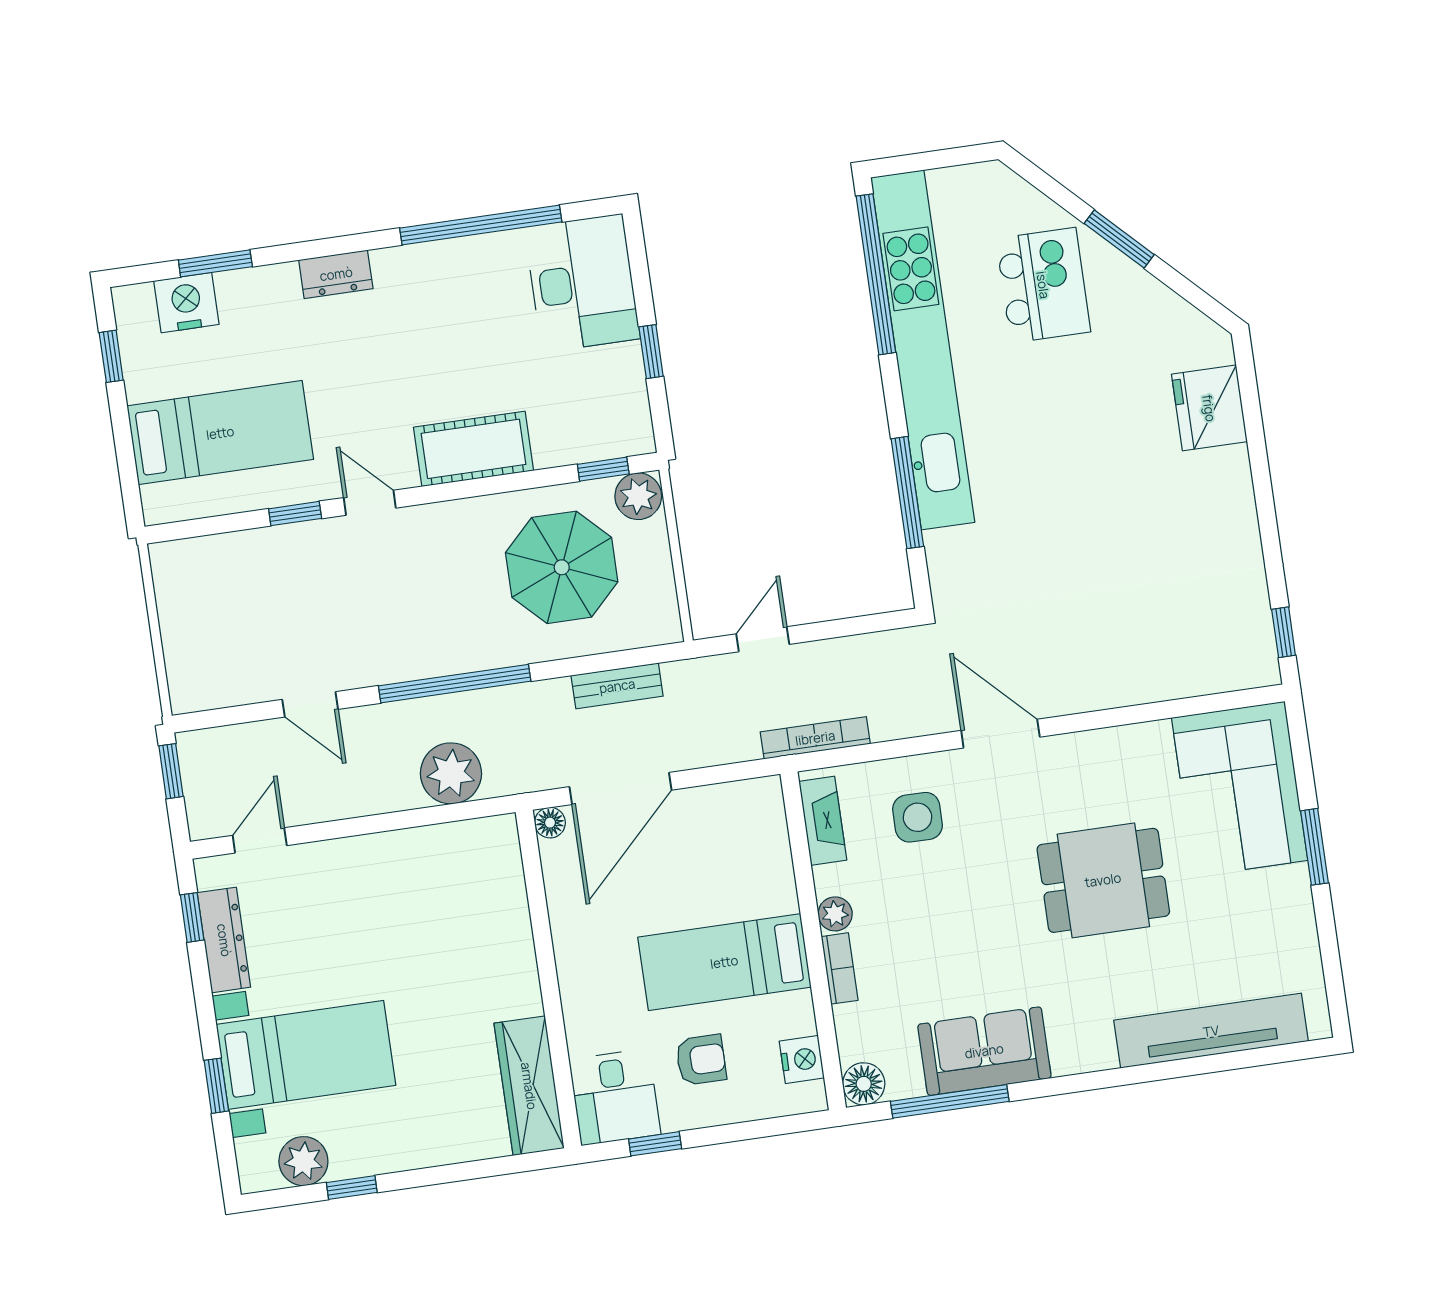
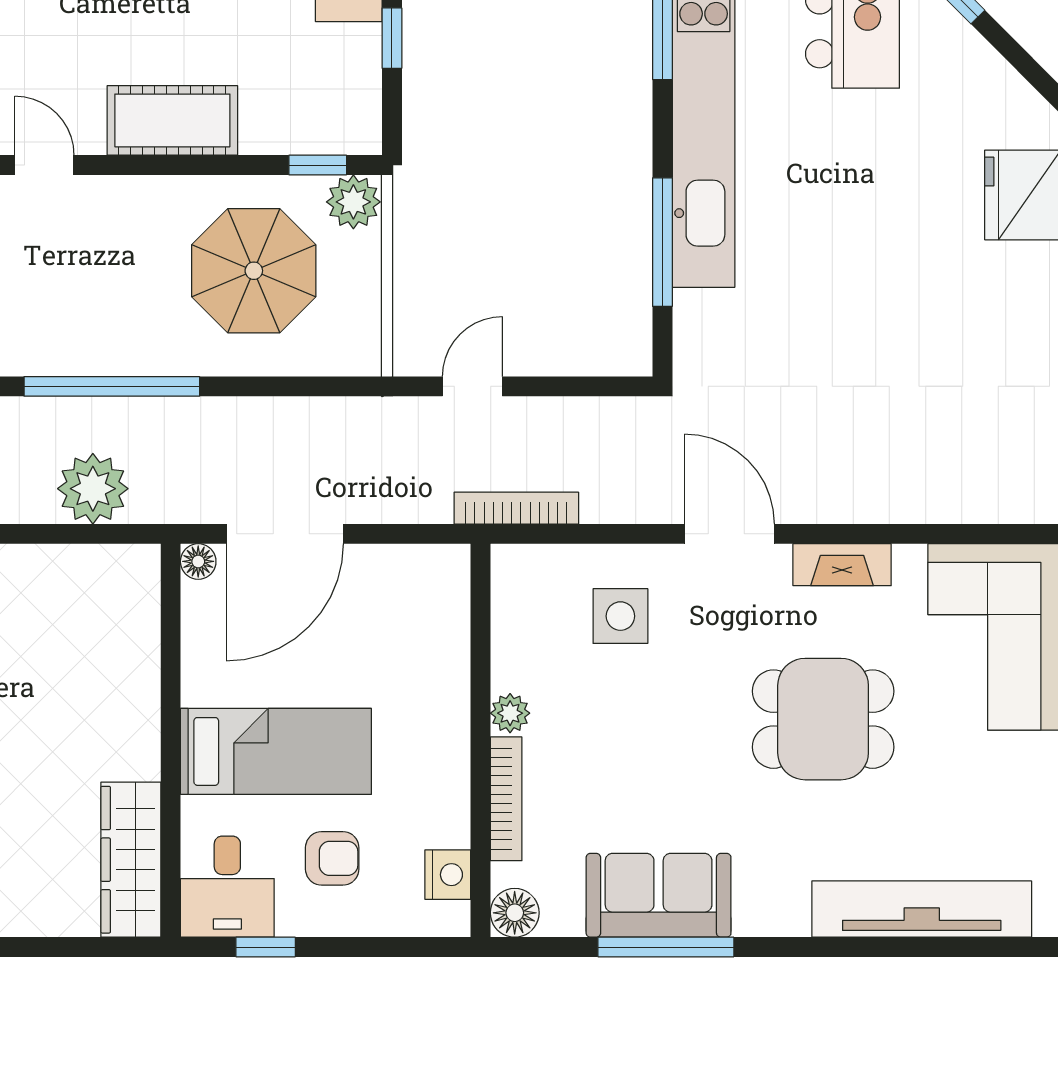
bench: (617, 686) -> (298, 416), removed
fireplace: (823, 821) -> (842, 565), moved, turned 90
bed: (724, 962) -> (276, 751), moved, turned 180
bookcase: (840, 968) -> (506, 799), width x1.56
window: (950, 1101) -> (666, 947), moved

